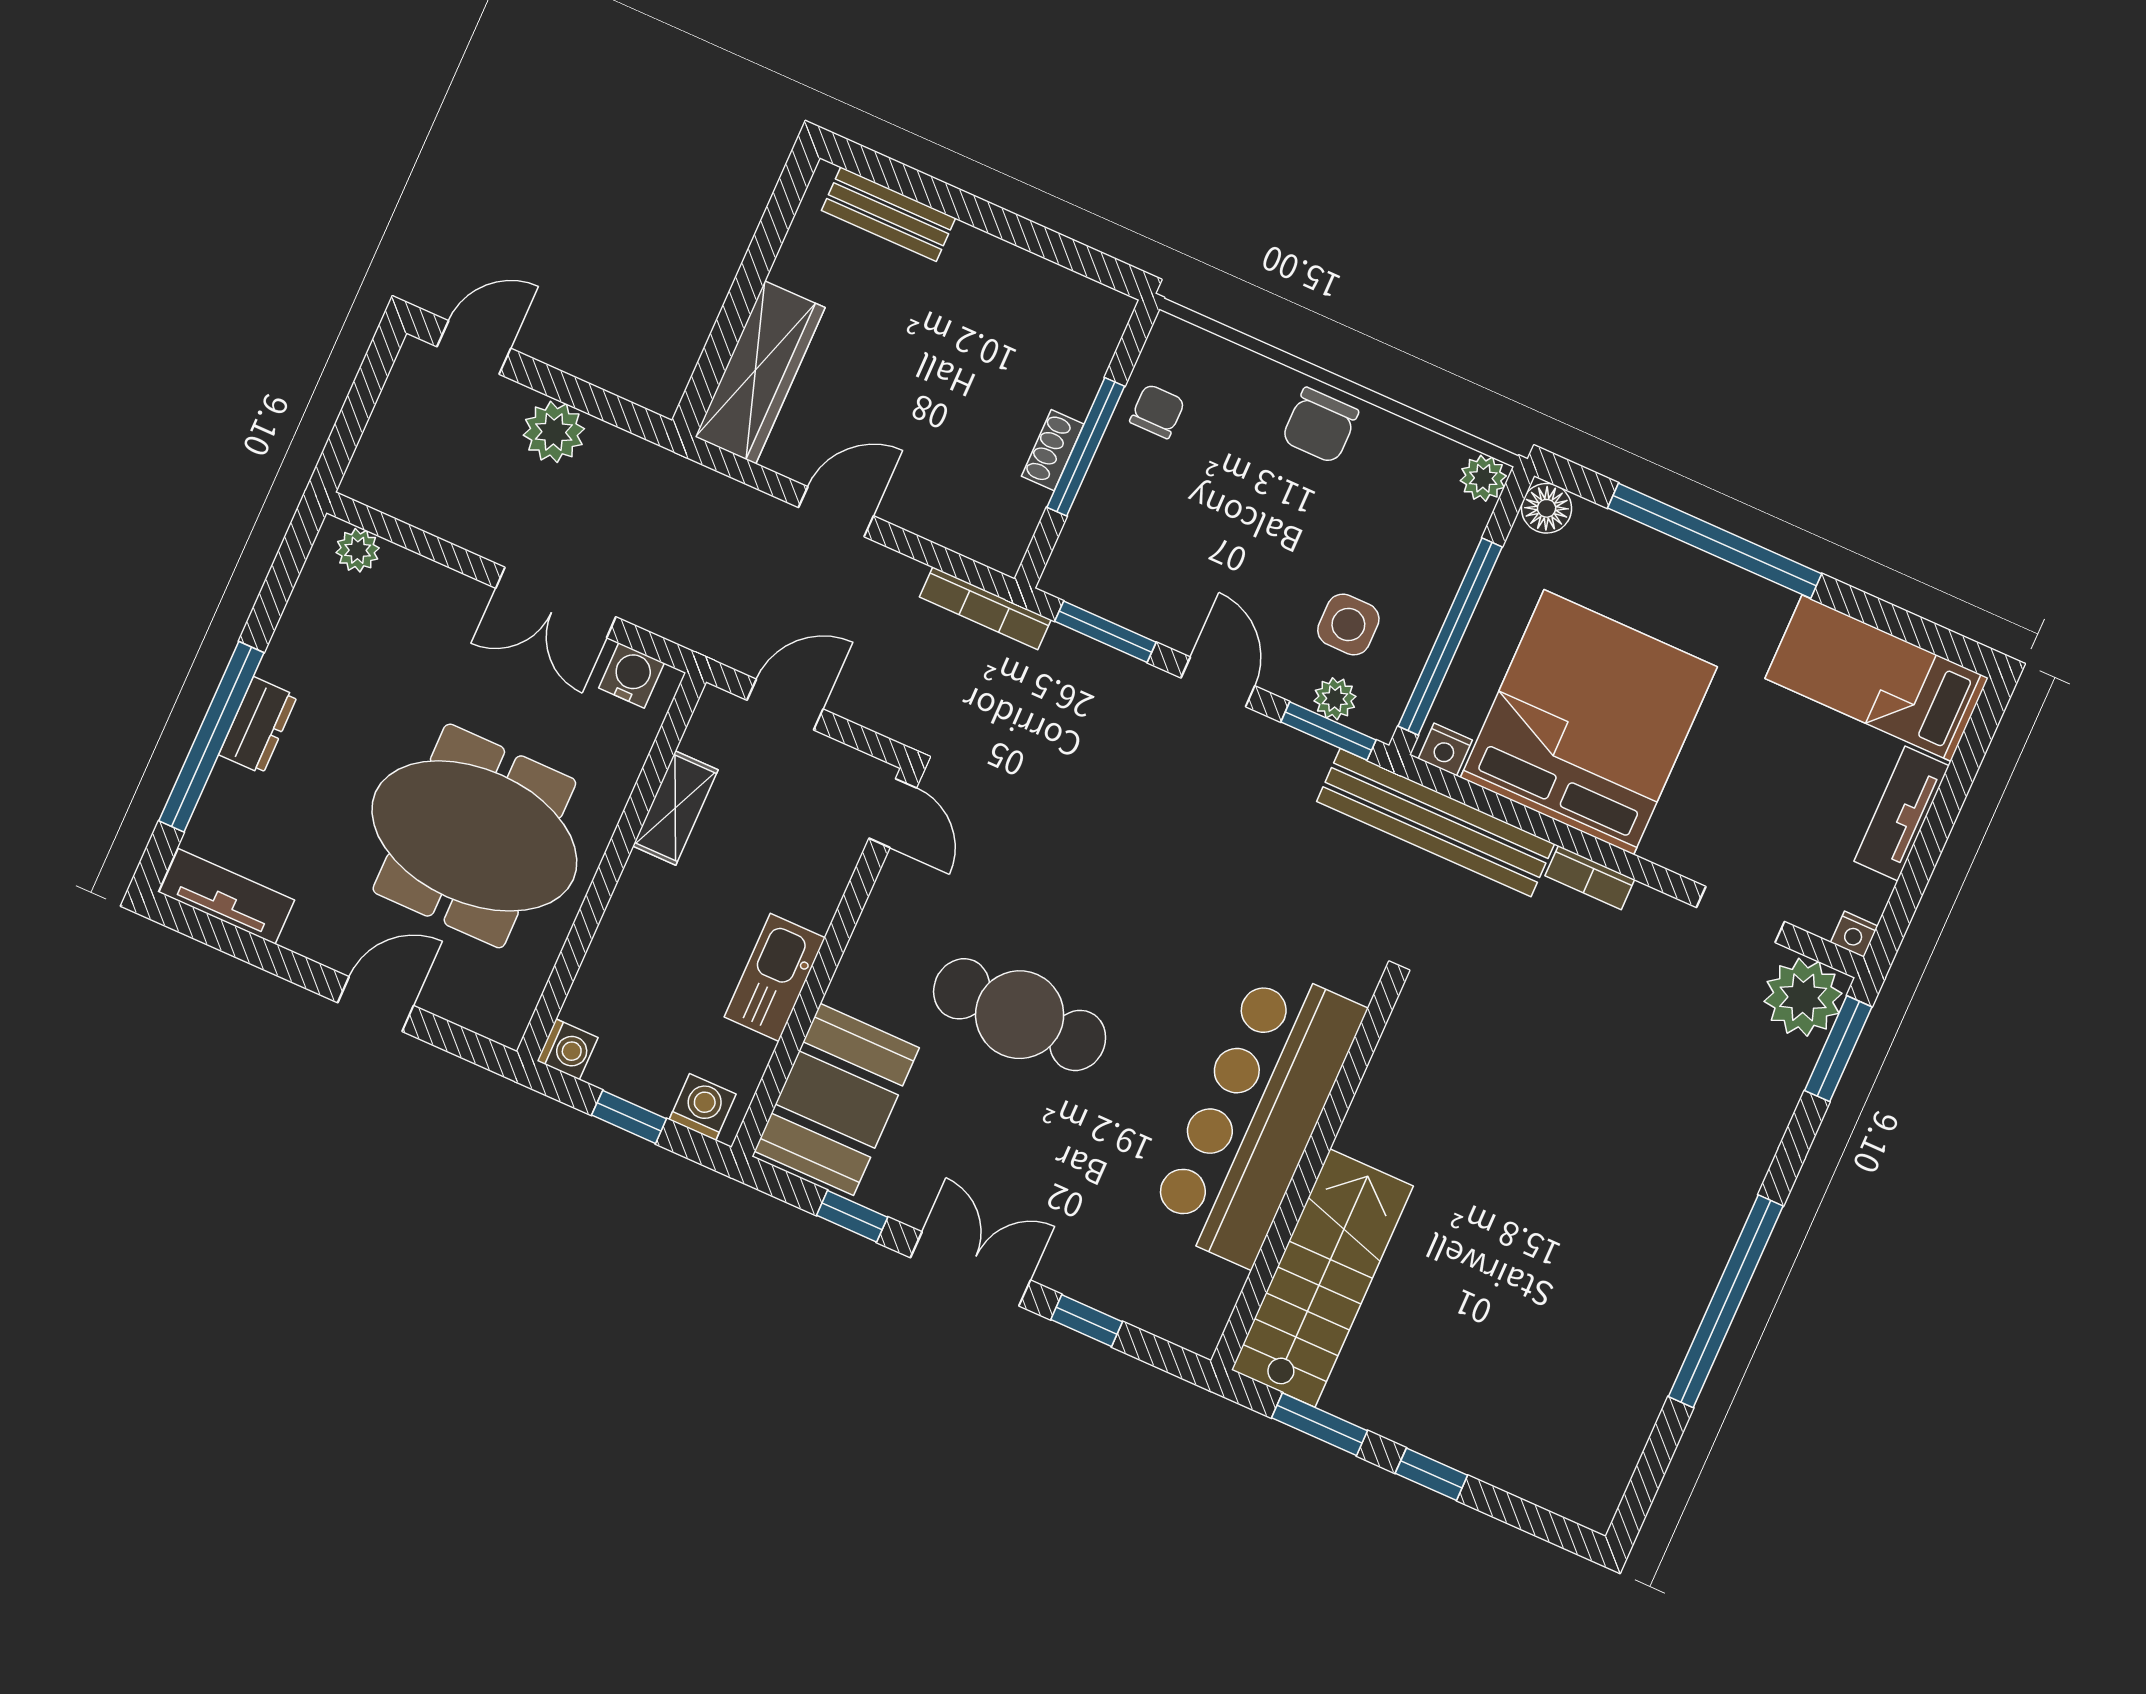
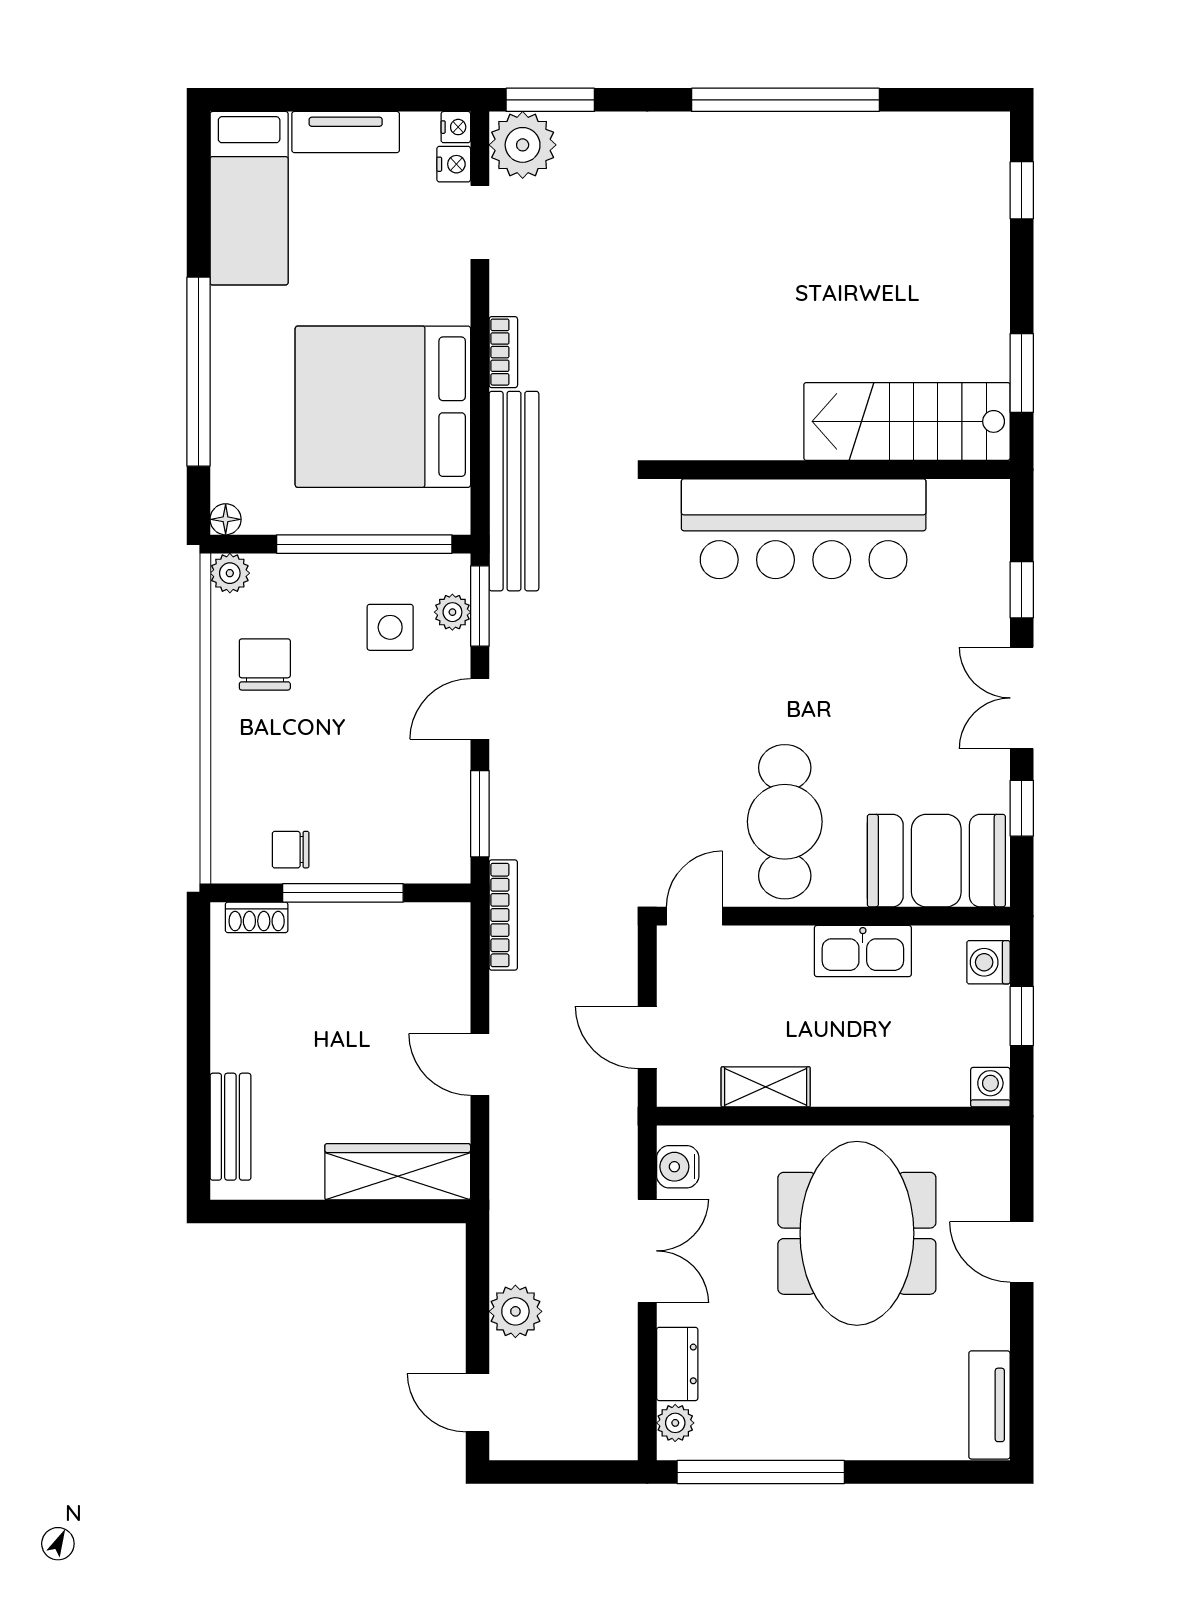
chair: (1320, 425) -> (265, 664), moved, turned -90
shoe rack: (1053, 450) -> (257, 917), moved
floor lamp: (1547, 508) -> (226, 519), width x0.73, depth x0.73
dresser: (258, 725) -> (677, 1364), moved, turned 90
window: (211, 737) -> (761, 1472), moved
nightstand: (1445, 749) -> (454, 164), moved
cafe table: (1020, 1015) -> (785, 822), moved
window: (1431, 1474) -> (1022, 190), moved

